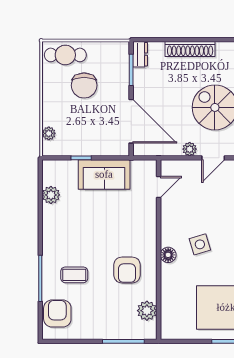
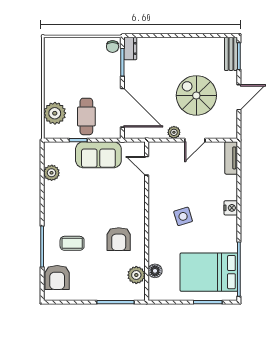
shoe rack: (190, 49) -> (174, 44), removed
cafe table: (65, 55) -> (86, 116), moved, turned 90
chair: (84, 85) -> (113, 47), moved, width x0.54, depth x0.54
plant: (49, 133) -> (55, 113), width x1.87, depth x1.87
door: (159, 187) -> (147, 166), swing flipped
floor lamp: (168, 255) -> (155, 271), moved
armchair: (57, 313) -> (57, 277), turned 180

